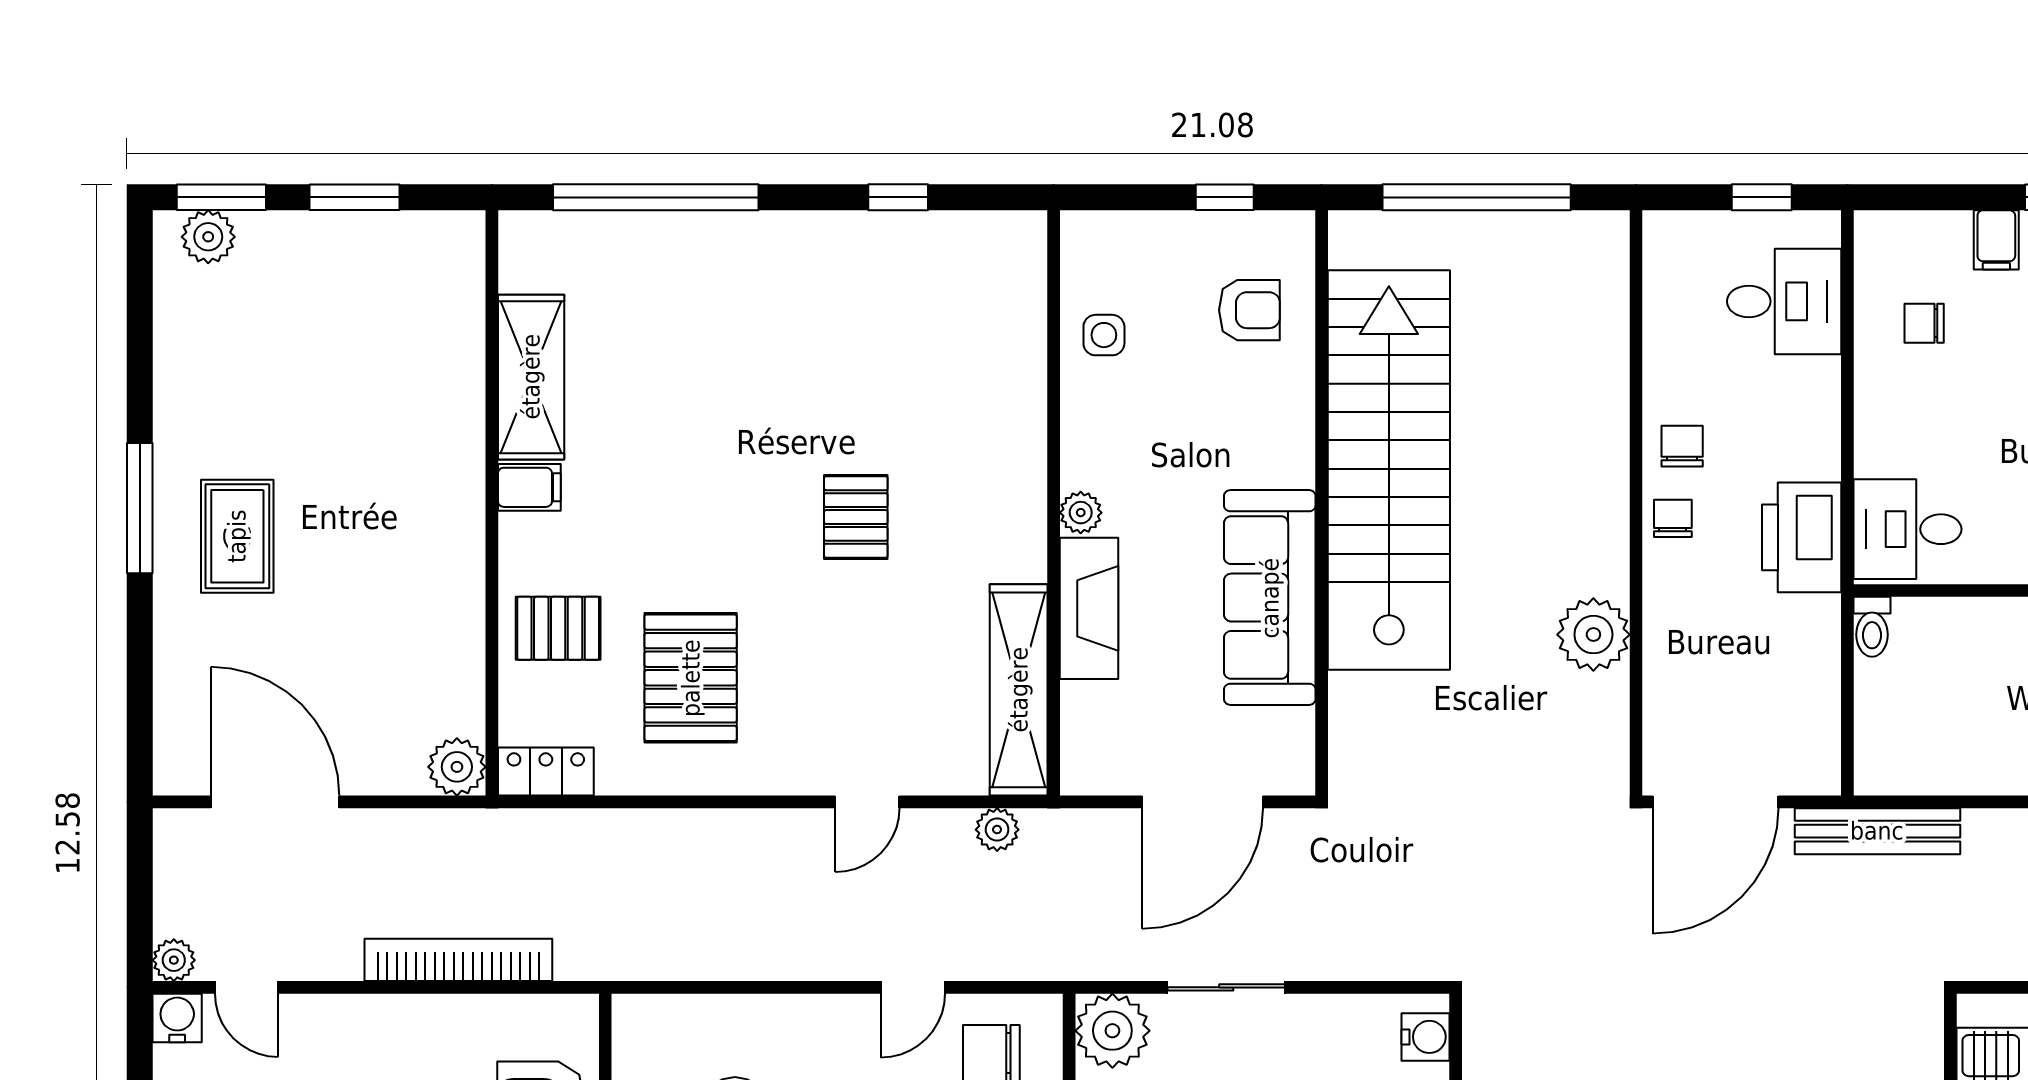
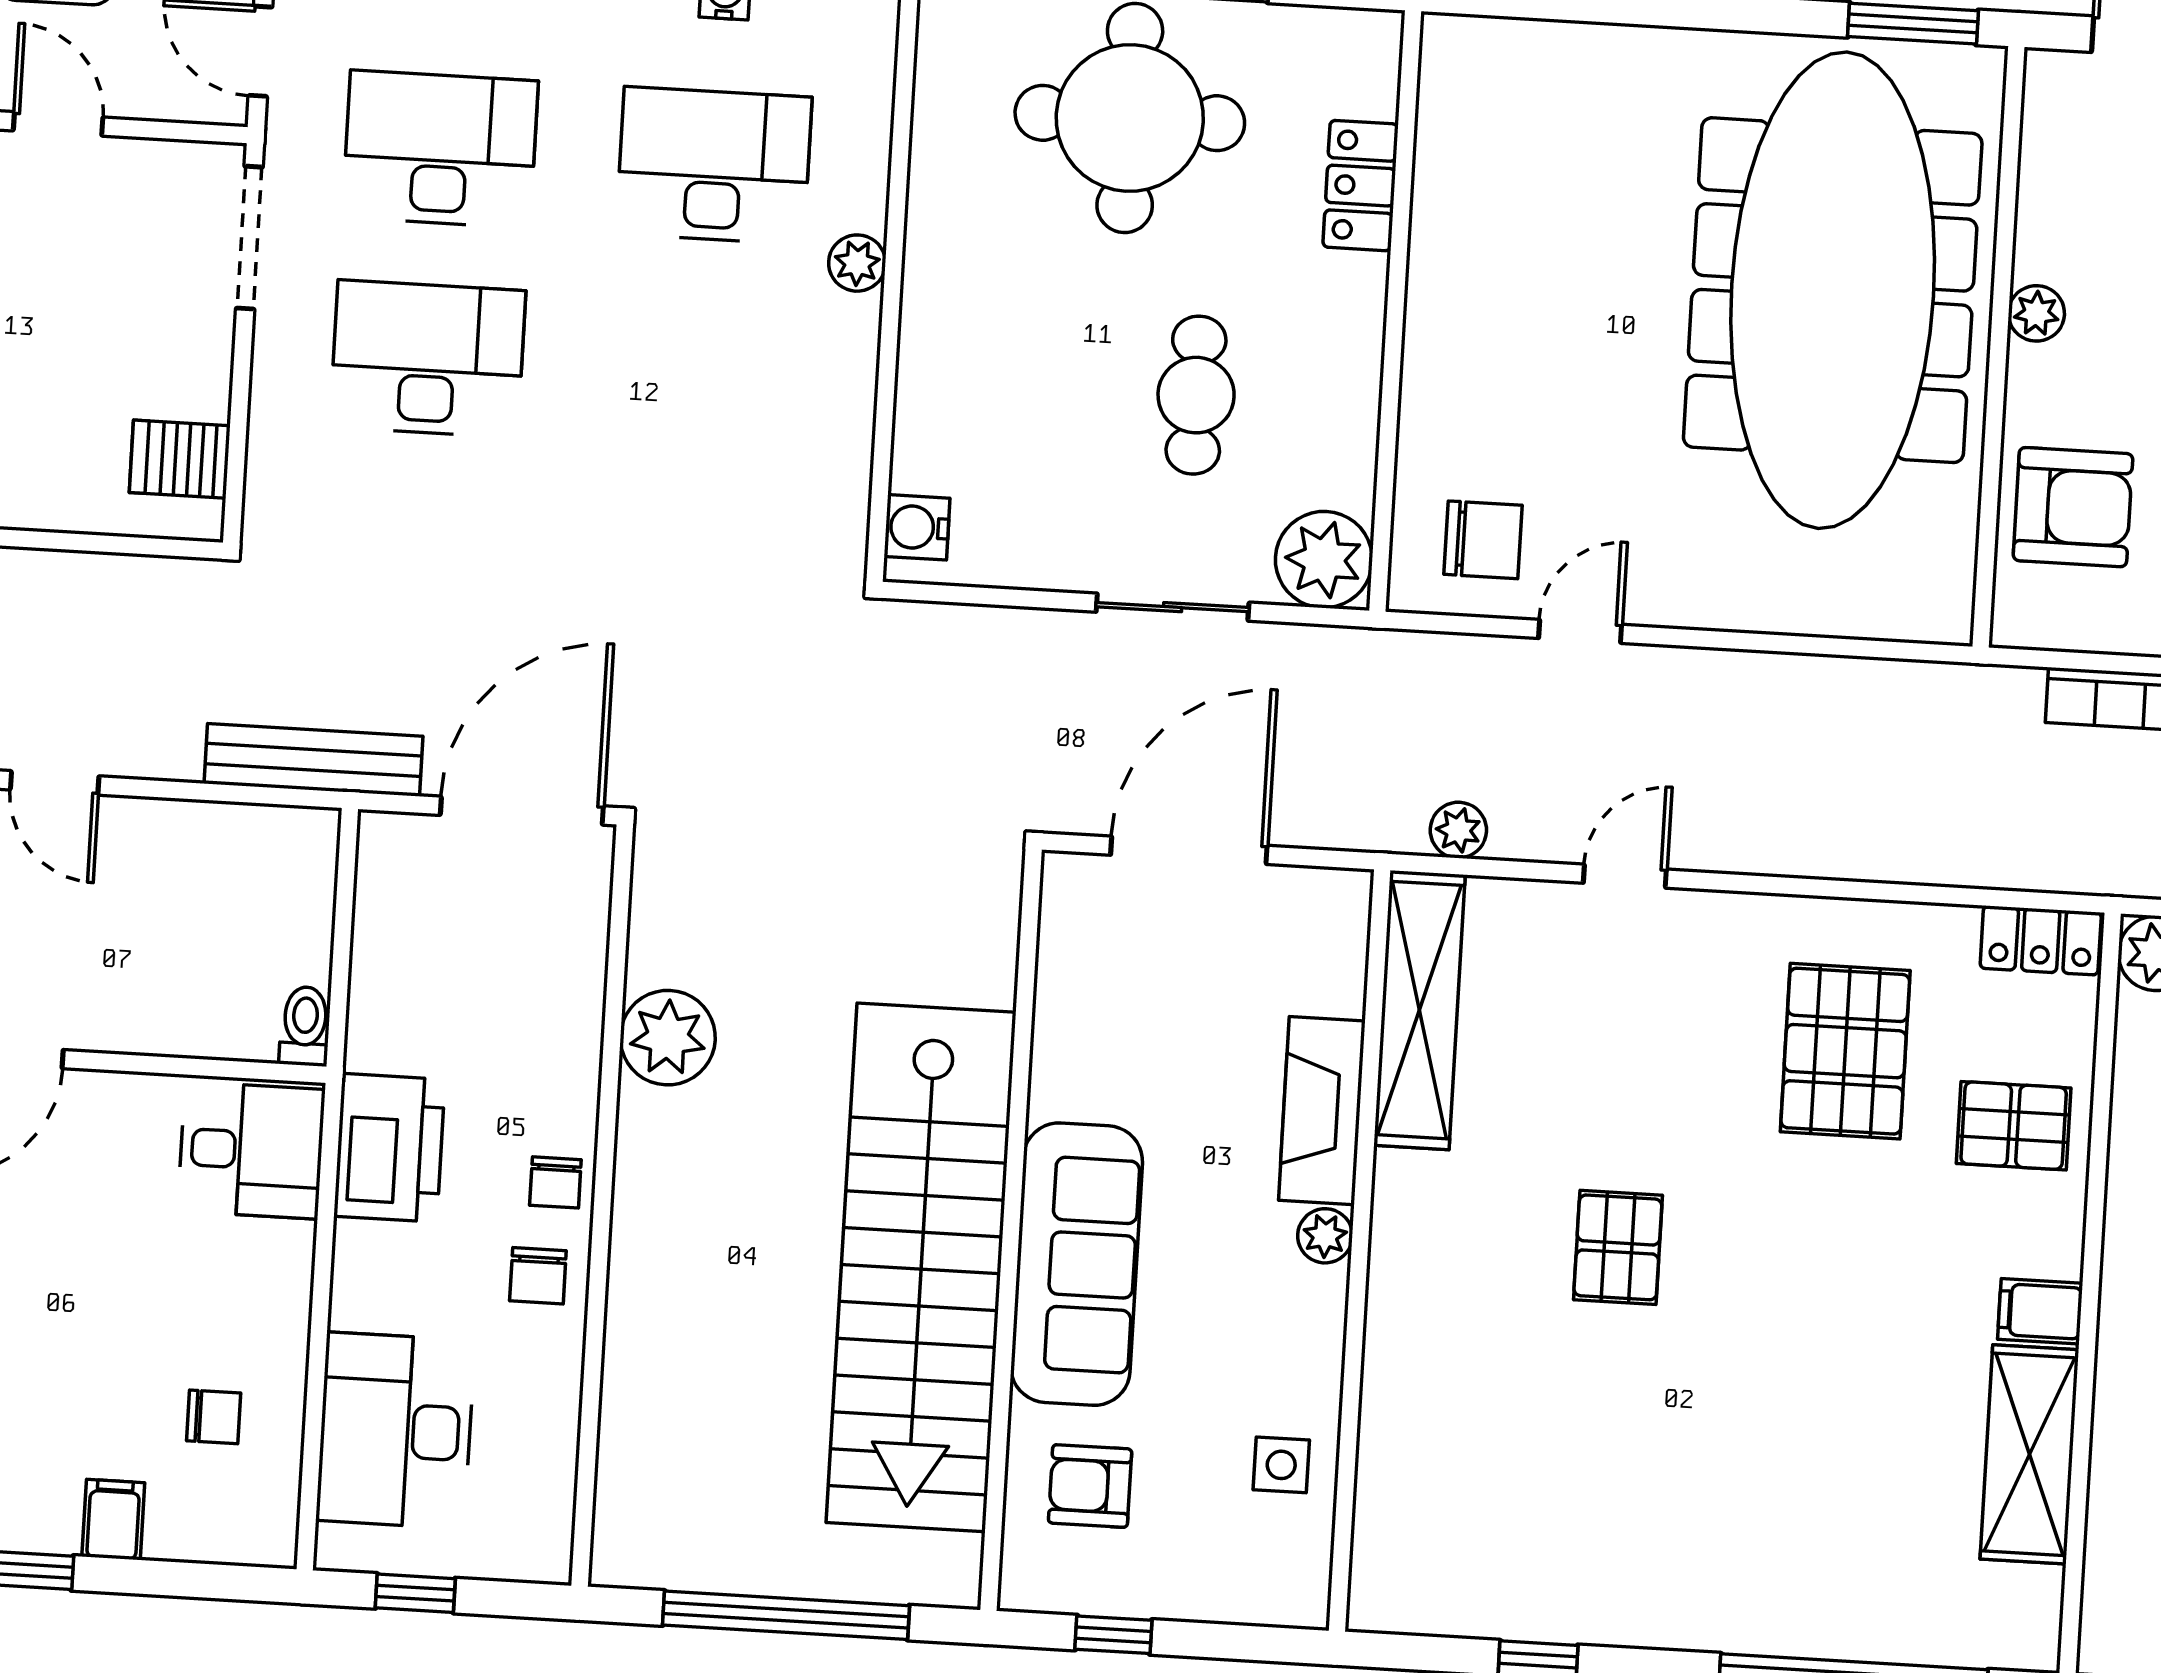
desk: (1784, 301) -> (396, 1430), width x1.37
sofa: (1270, 598) -> (1077, 1264), moved

